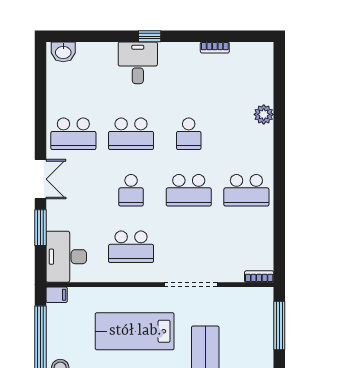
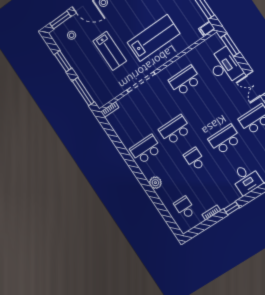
window: (150, 36) -> (232, 208), moved
plant: (264, 114) -> (155, 183), moved
school desk: (131, 190) -> (185, 208), moved
window: (41, 228) -> (230, 45), moved
desk: (66, 257) -> (225, 66), moved

